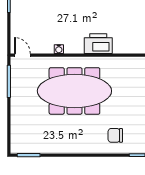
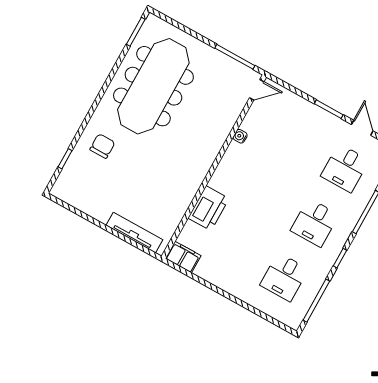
printer: (98, 44) -> (208, 208), moved
meeting table: (74, 91) -> (153, 86), moved

